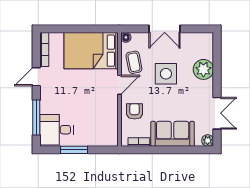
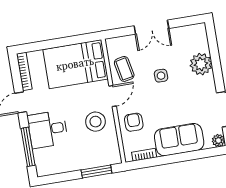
floor lamp: (126, 37) -> (111, 43), removed
side table: (166, 74) -> (161, 76), width x0.54, depth x0.54
stool: (100, 105) -> (96, 122), added
desk: (56, 130) -> (48, 129), moved
window: (74, 150) -> (96, 171), moved

